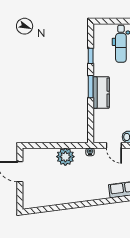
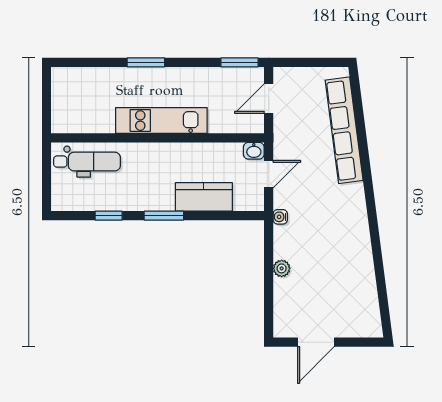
kitchen counter: (101, 93) -> (204, 197), moved
plant: (65, 157) -> (282, 268), width x0.53, depth x0.53

